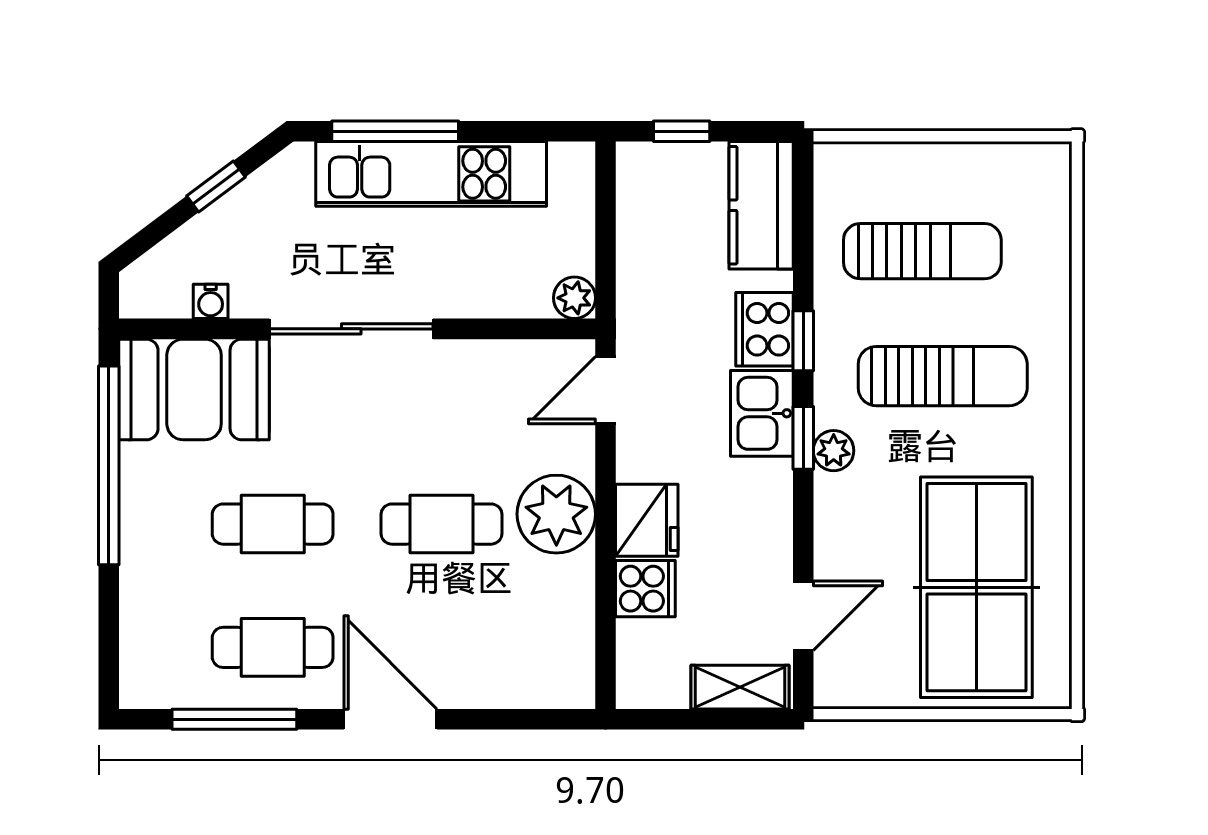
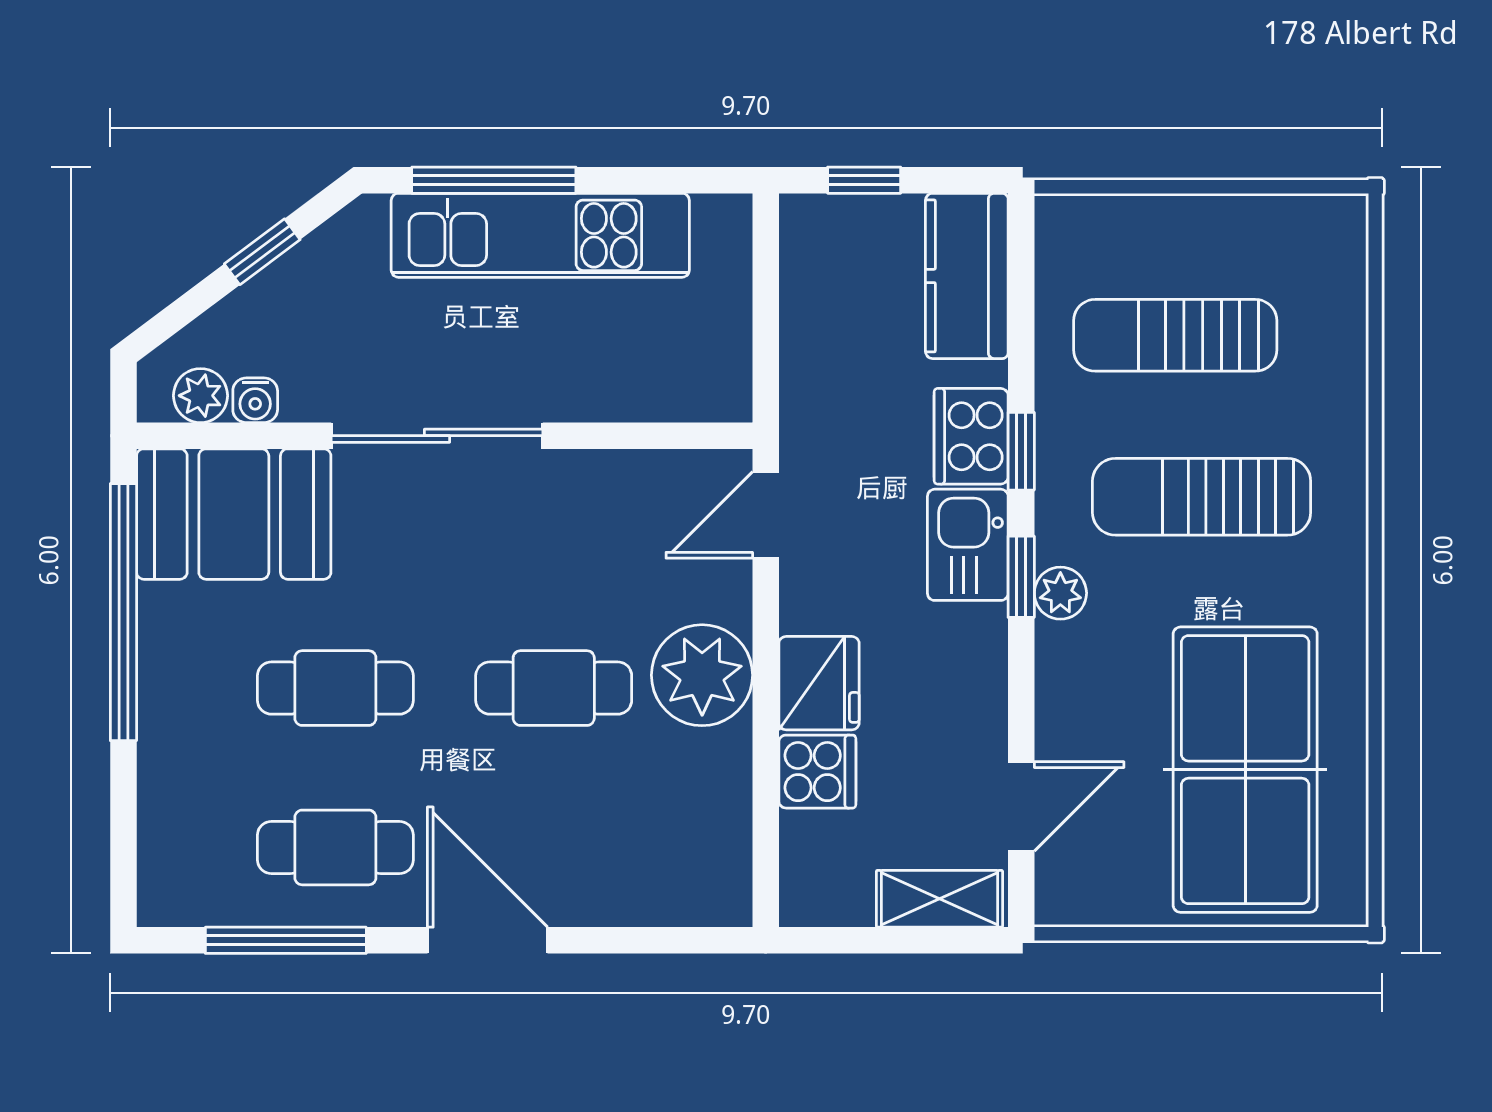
sun lounger: (922, 251) -> (1175, 335), turned 180
plant: (574, 298) -> (201, 396), moved
sun lounger: (943, 376) -> (1202, 497), turned 180

